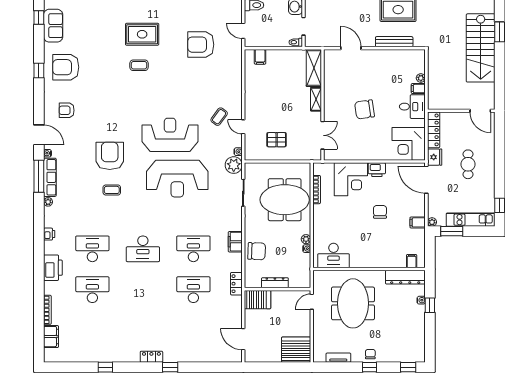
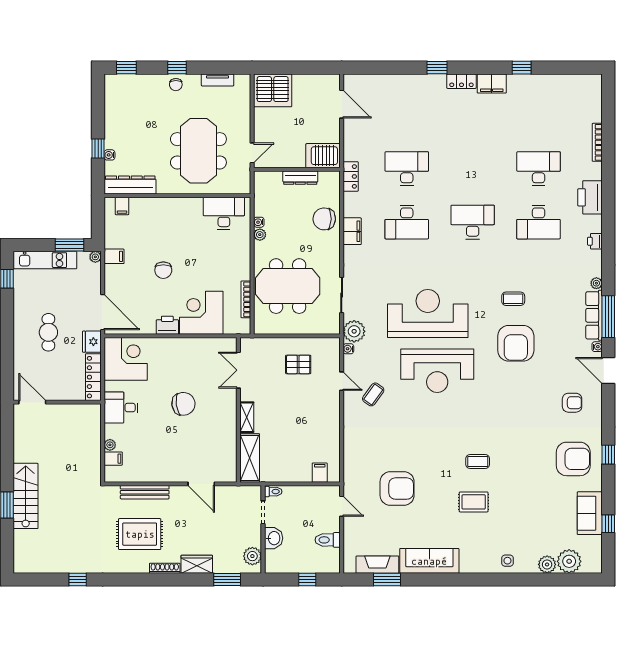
rug: (142, 34) -> (474, 502), width x0.73, depth x0.70
stairs: (481, 48) -> (26, 496), width x0.73, depth x0.66
filing cabinet: (418, 89) -> (113, 459), moved
desk: (92, 290) -> (539, 169), turned 180
desk: (193, 290) -> (407, 169), turned 180
filing cabinet: (51, 337) -> (492, 83), moved, turned -90

